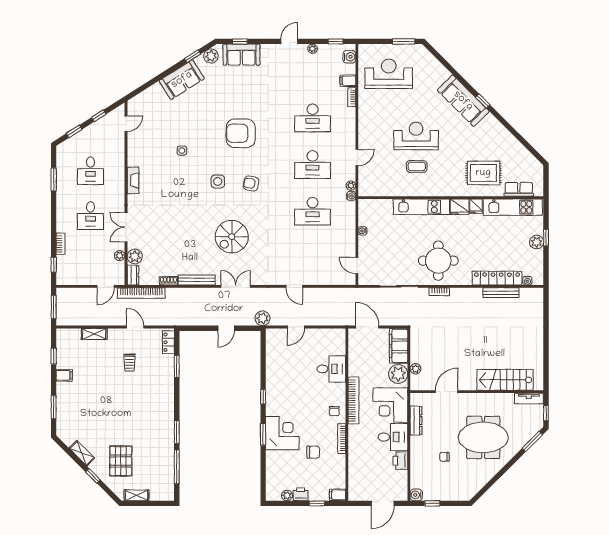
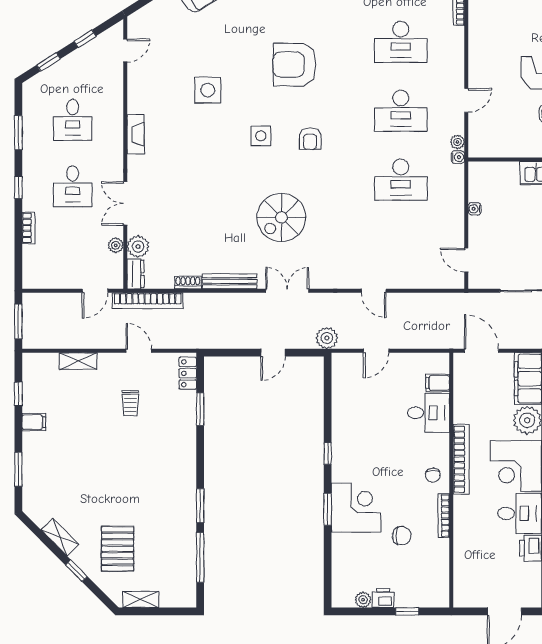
side table: (182, 151) -> (208, 90), width x1.87, depth x1.87
armchair: (251, 183) -> (310, 139), turned -99
window: (54, 265) -> (18, 187), moved
filing cabinet: (338, 495) -> (438, 383), moved

